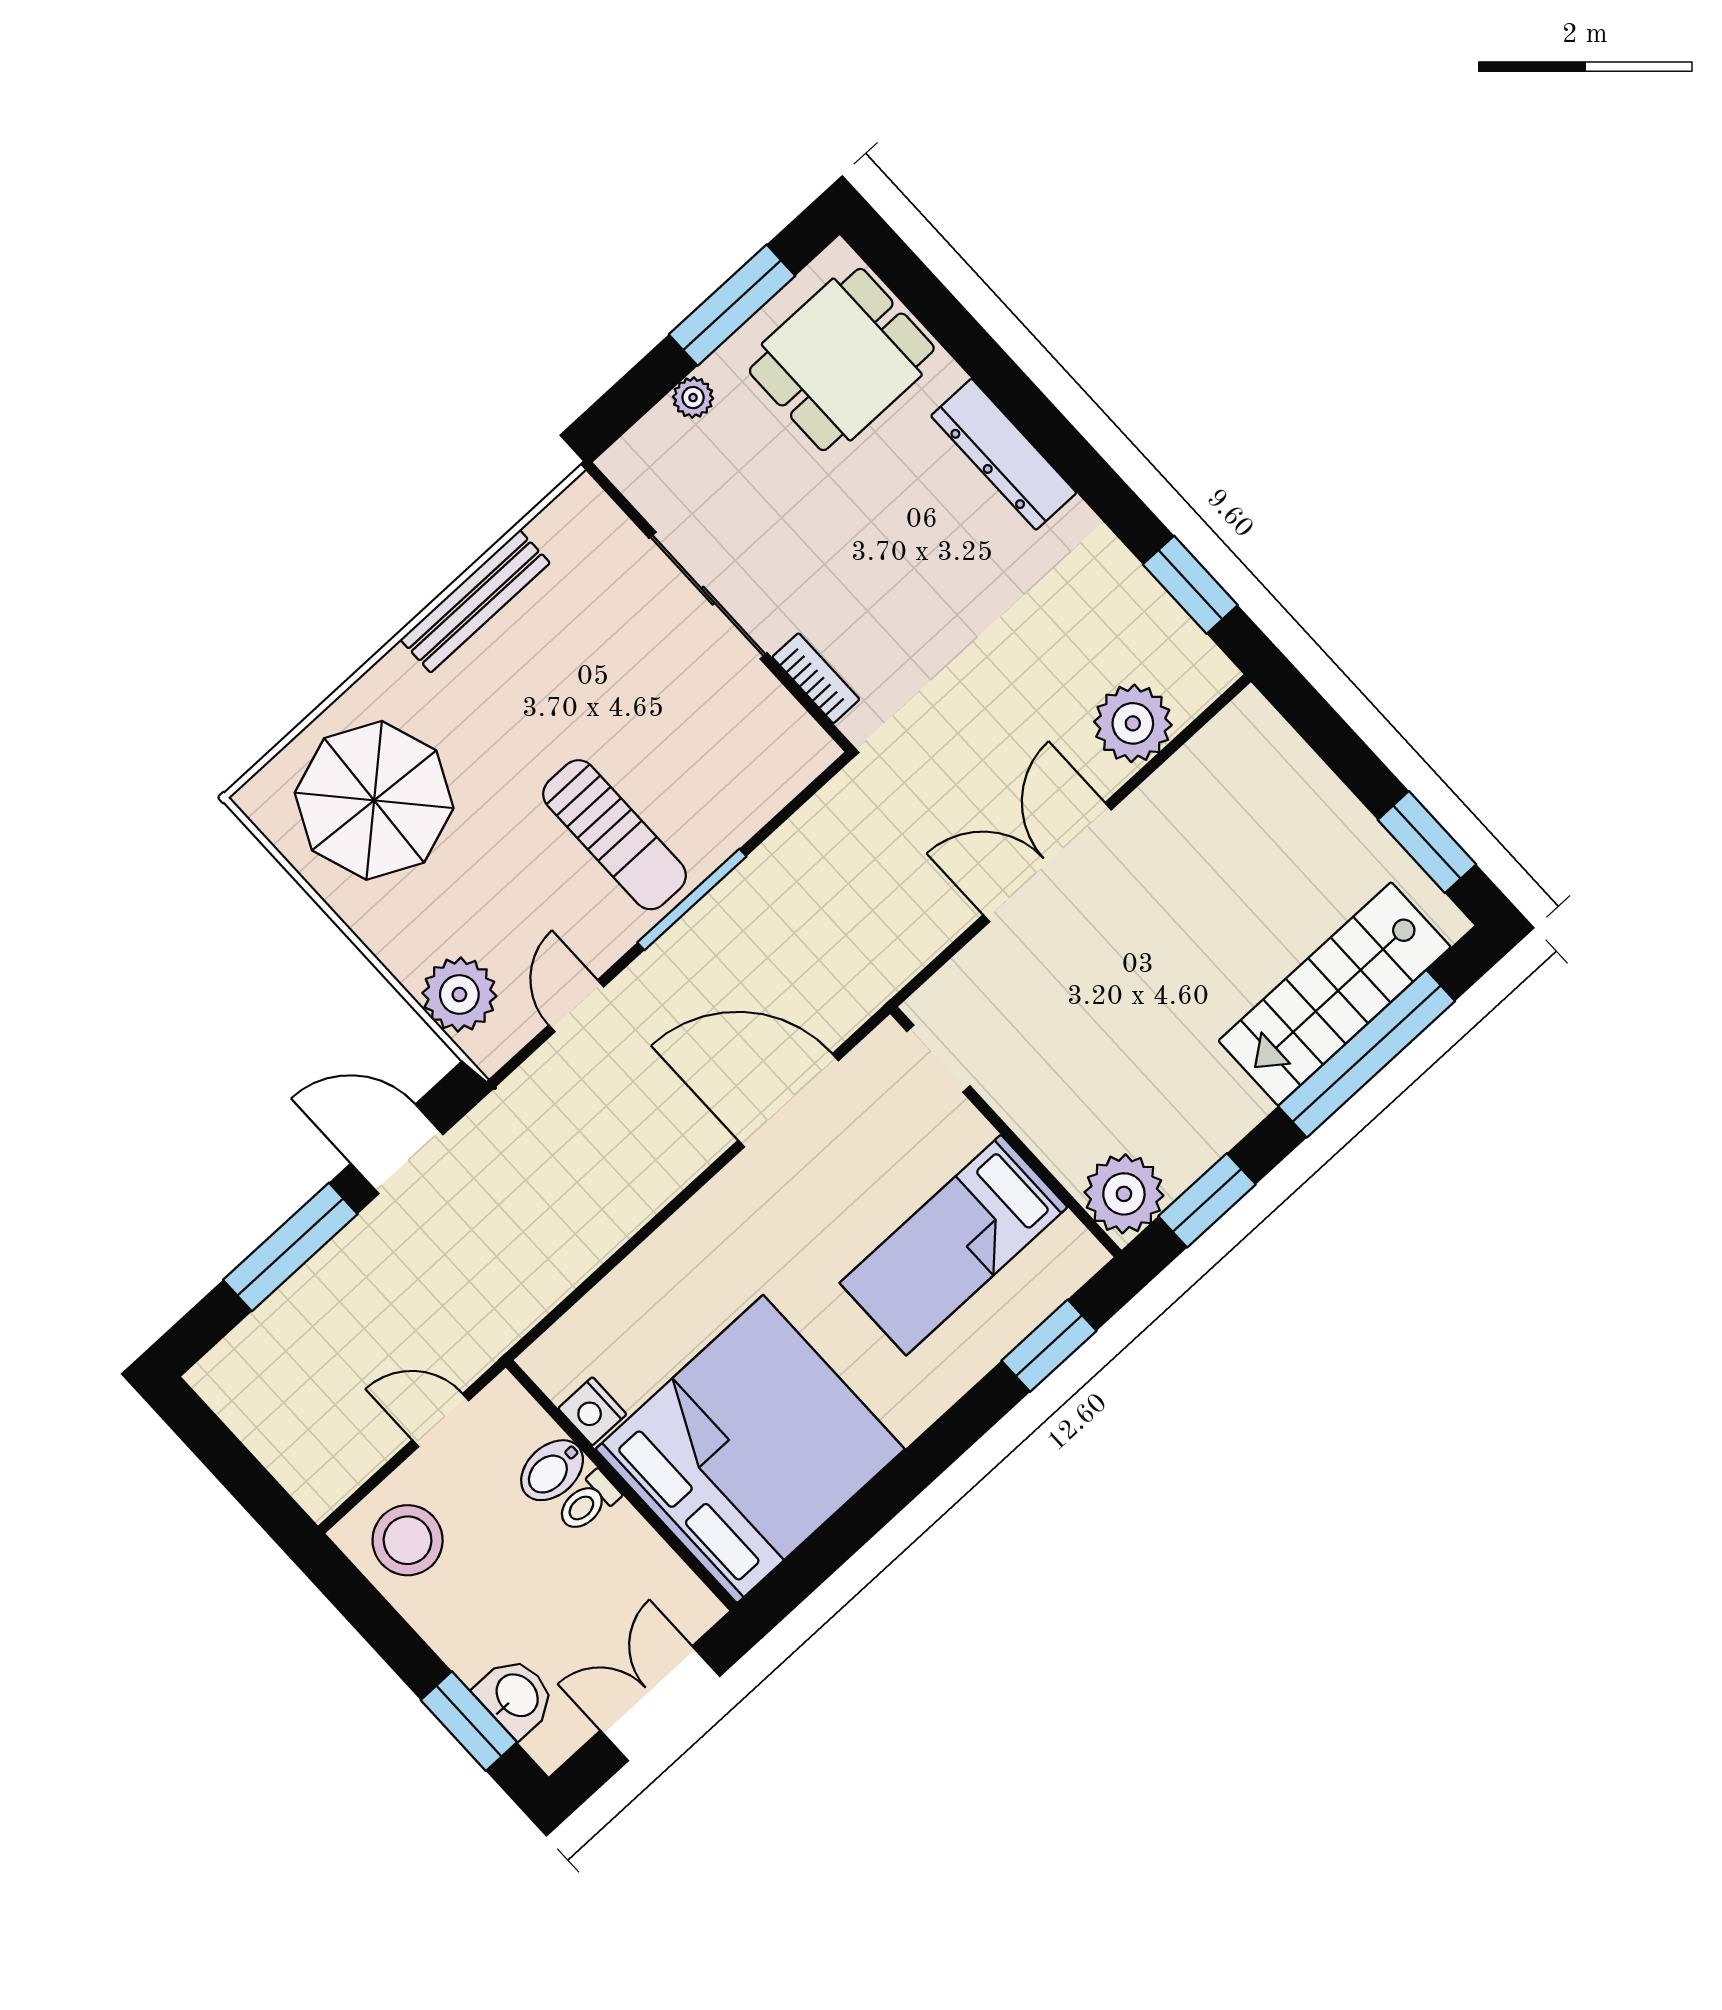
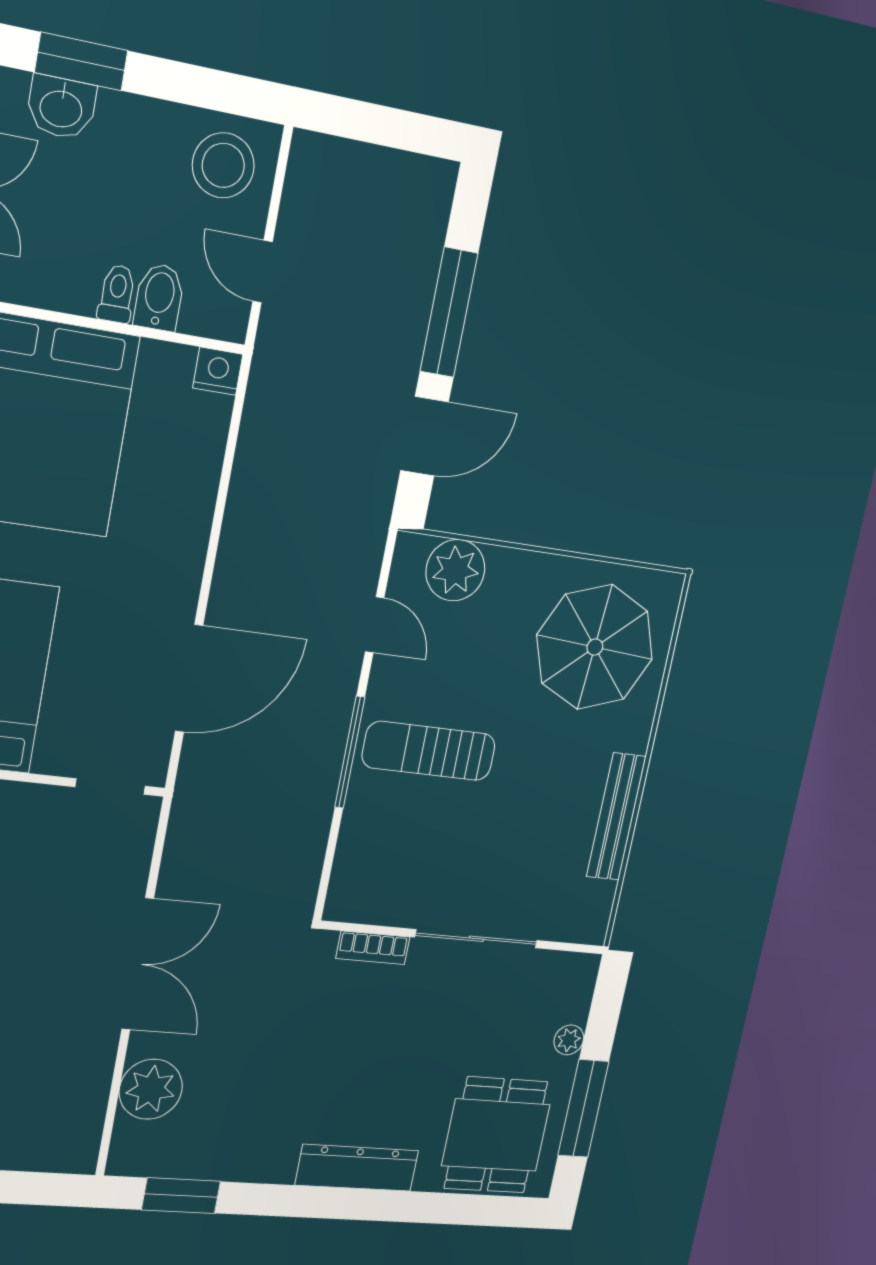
nightstand: (592, 1411) -> (218, 371), moved
door: (441, 1420) -> (263, 272), swing flipped

